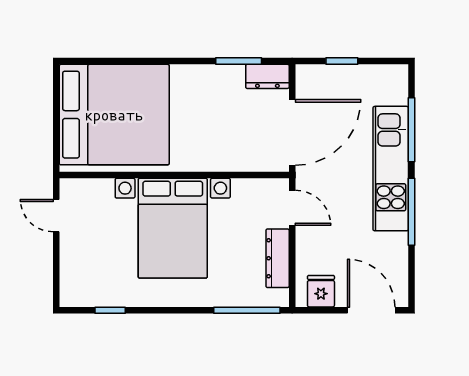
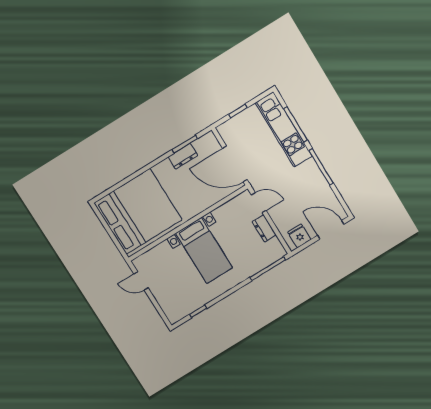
dresser: (267, 76) -> (183, 156), moved
door: (292, 132) -> (235, 164), swing flipped
kitchen unit: (391, 169) -> (284, 129), moved
bed with nightstands: (173, 228) -> (204, 251), width x0.73
dresser: (278, 258) -> (264, 228), width x0.70

